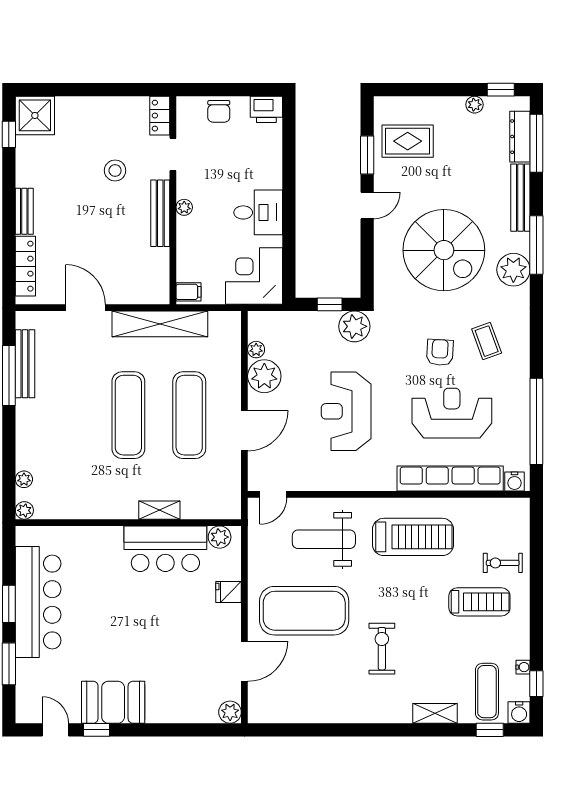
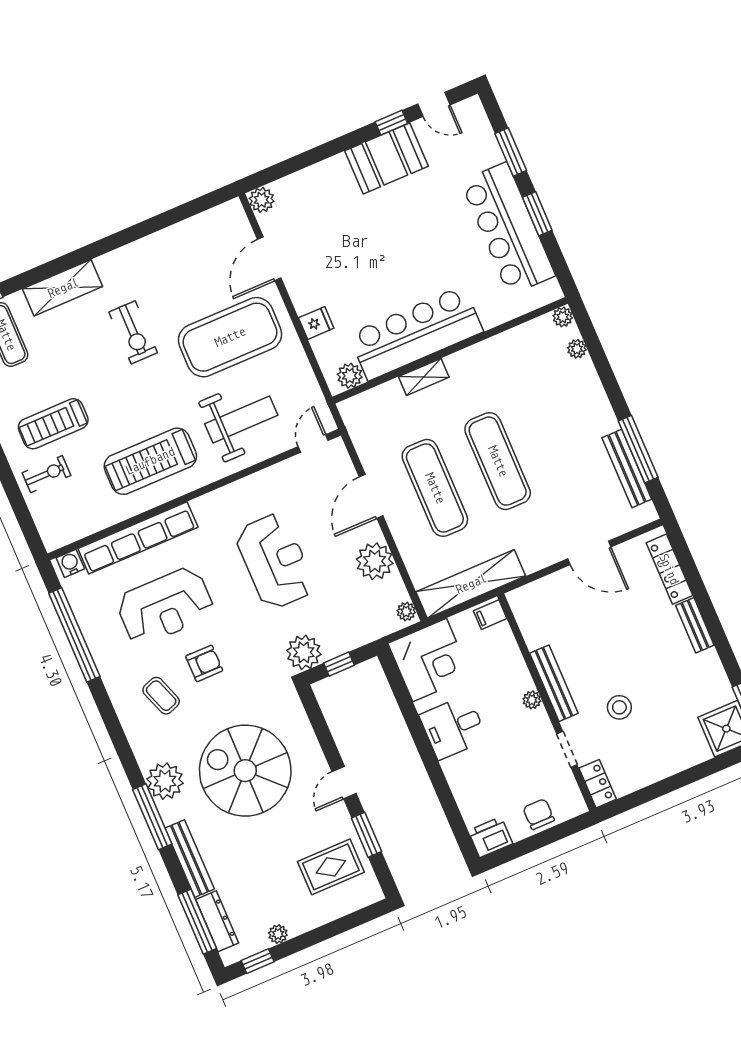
shelving: (160, 324) -> (471, 584), moved
plant: (256, 350) -> (406, 611), moved
armchair: (440, 352) -> (204, 663), turned -93
bar counter: (165, 549) -> (416, 333), width x1.36
shelving: (435, 713) -> (63, 288), width x1.50, depth x1.33

